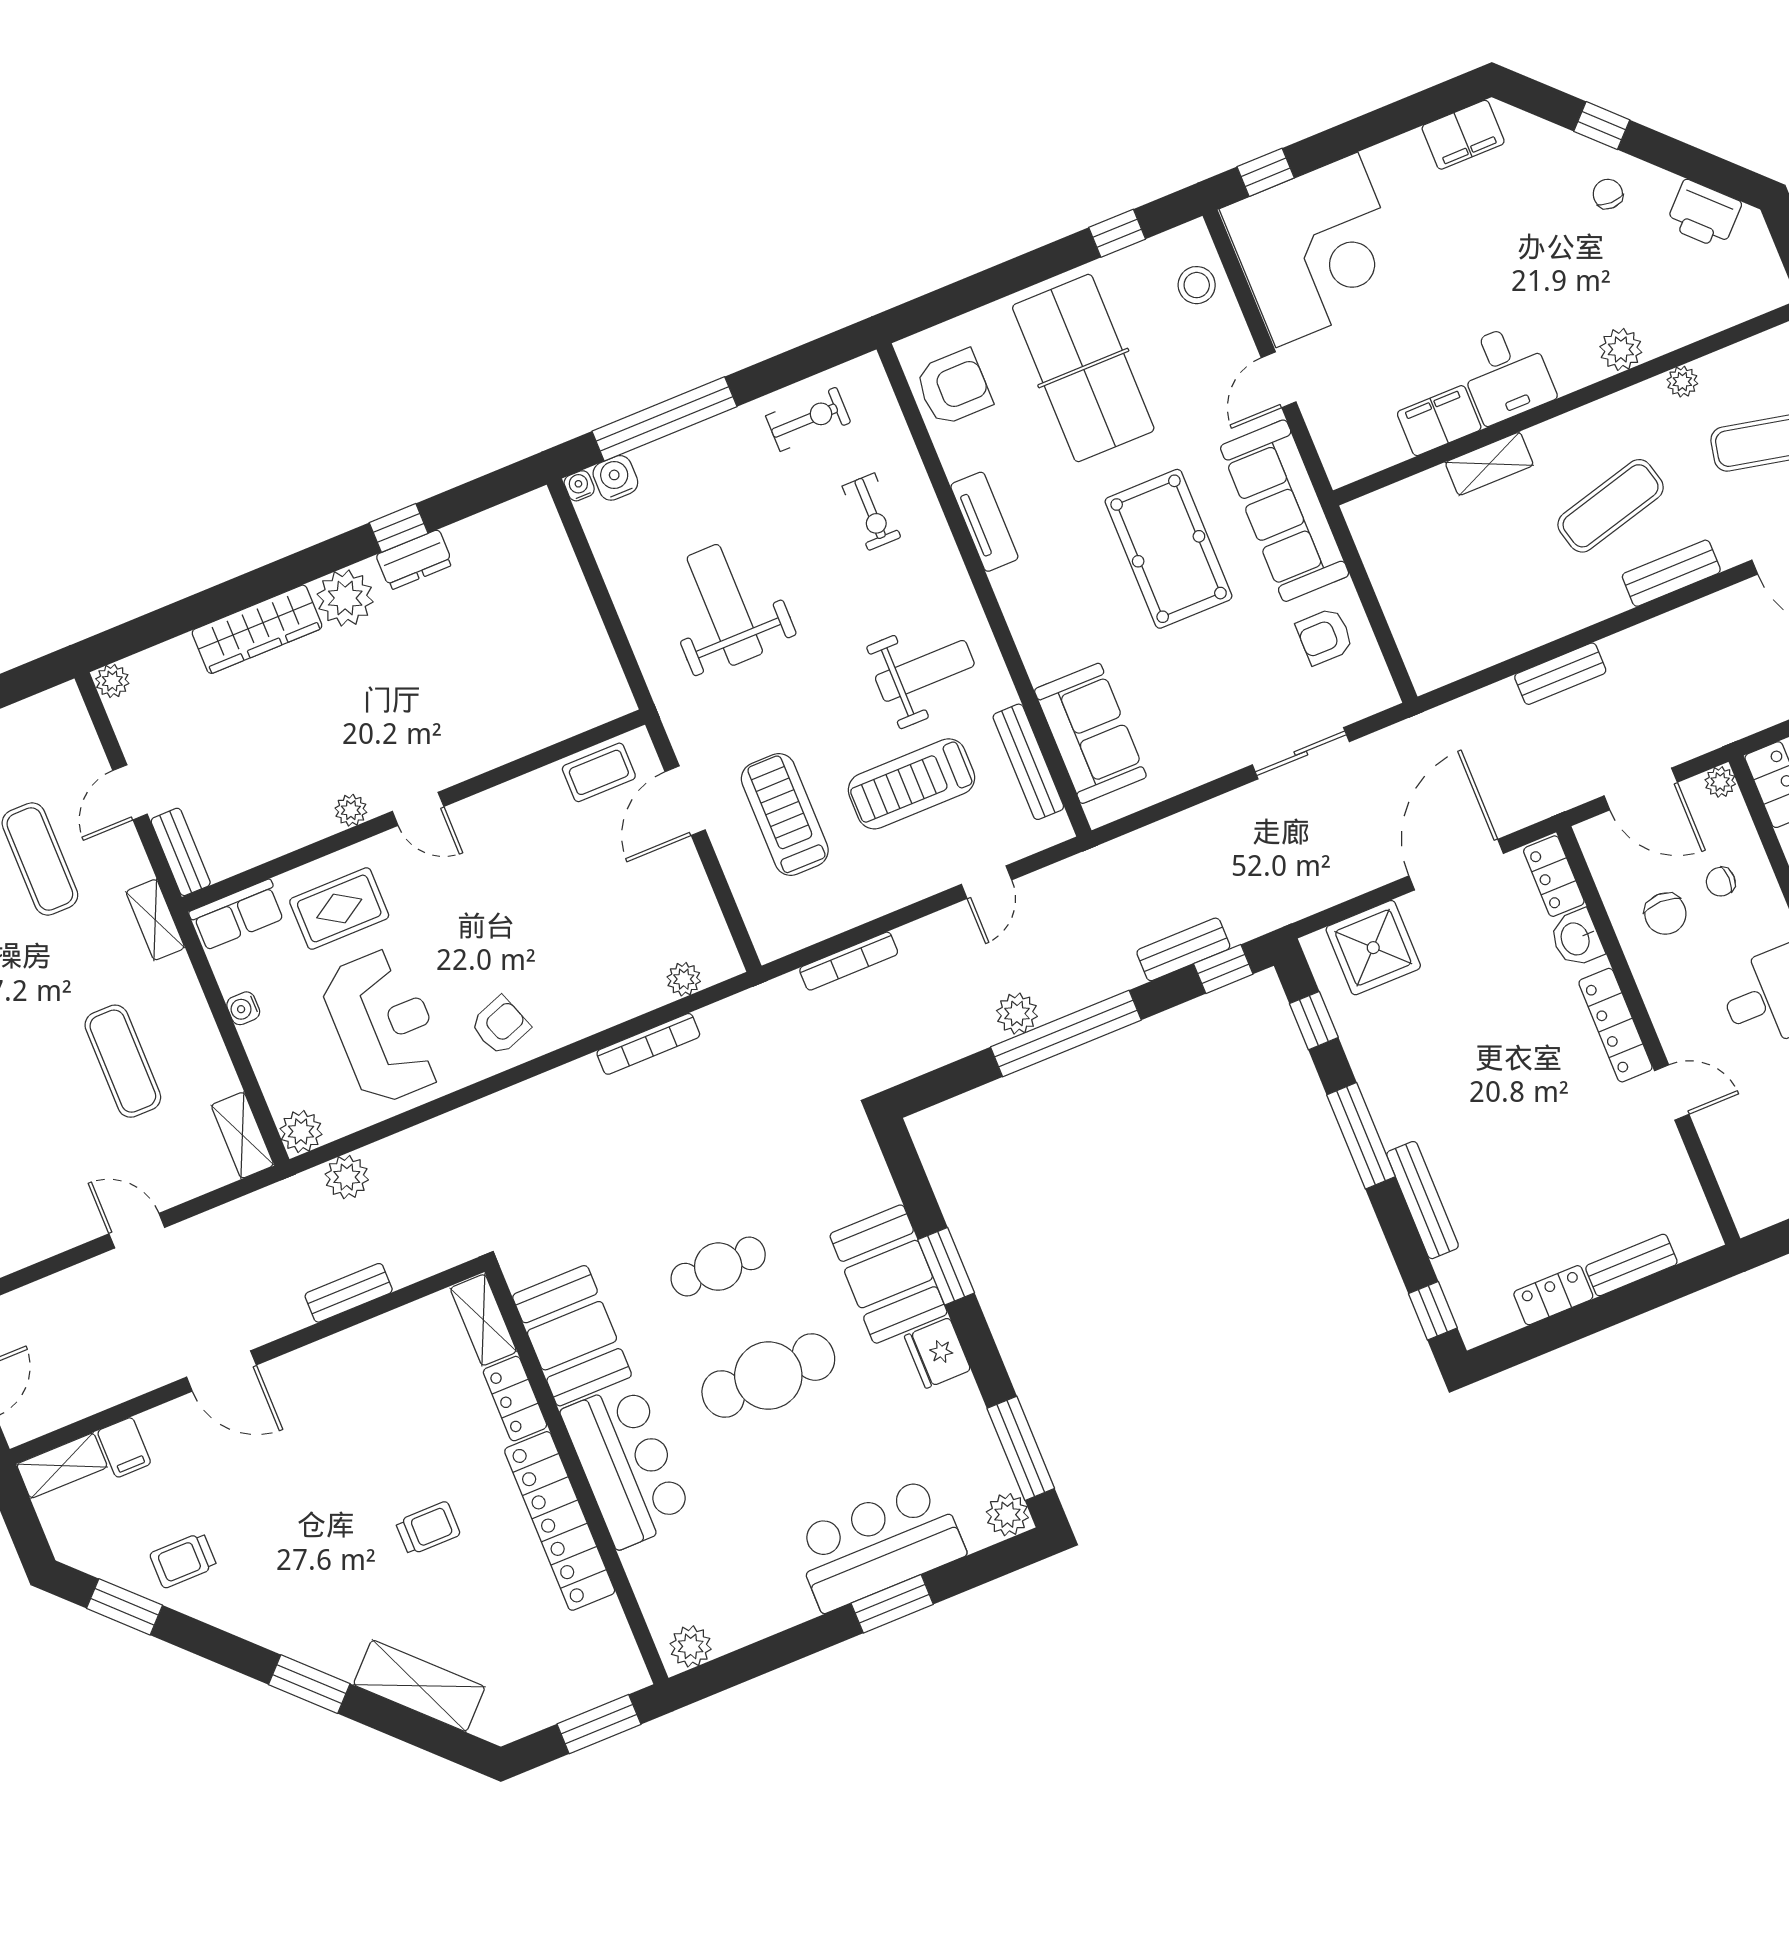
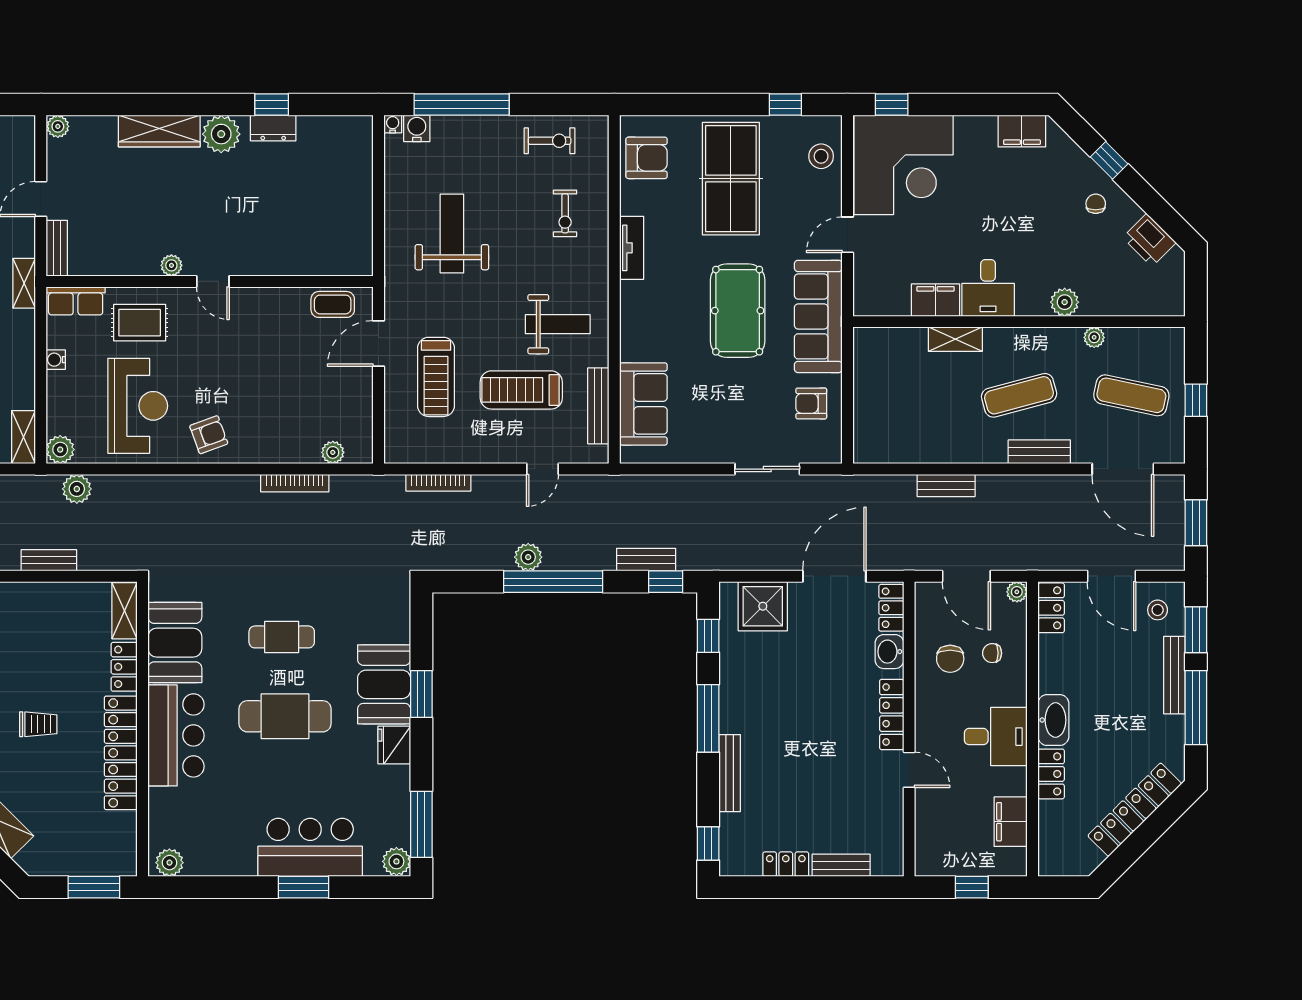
treadmill: (785, 814) -> (436, 377), turned 180

